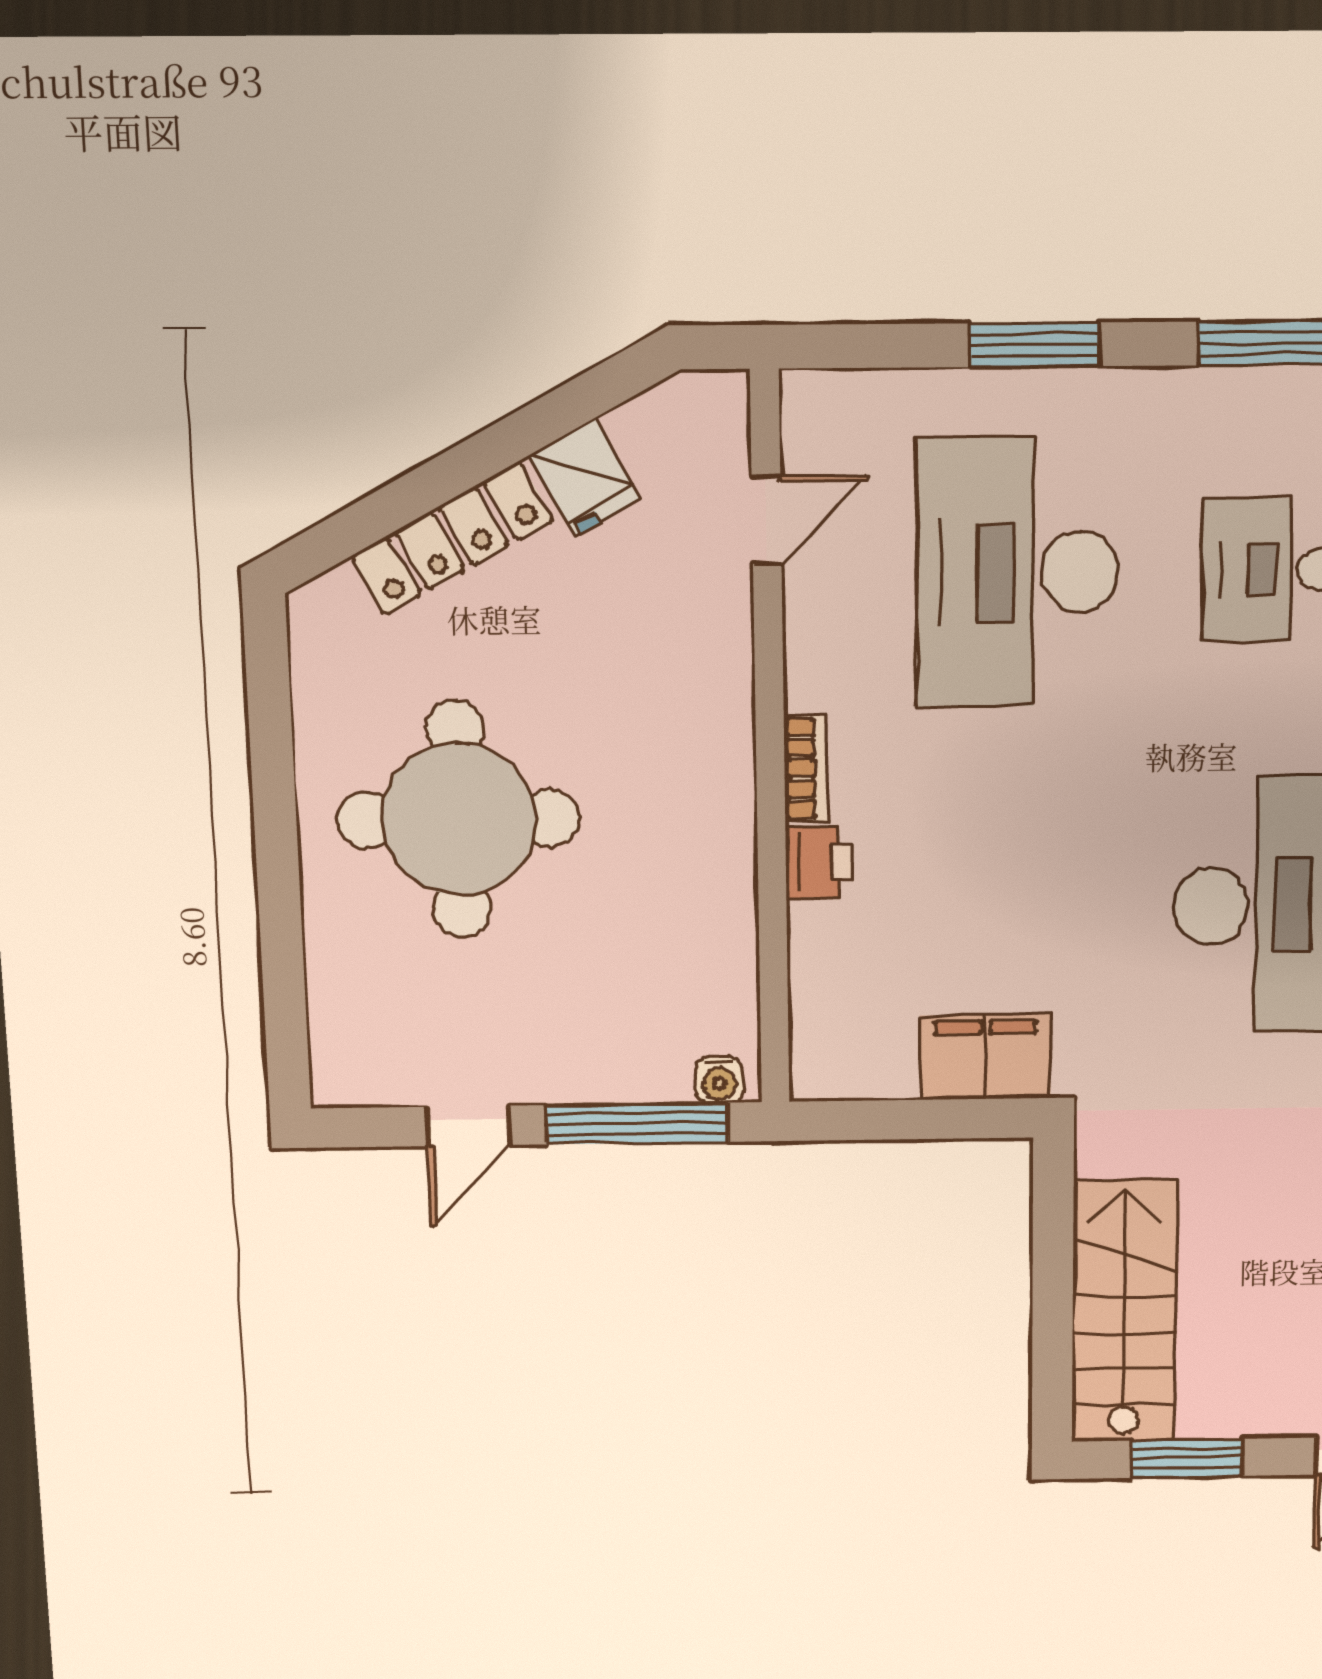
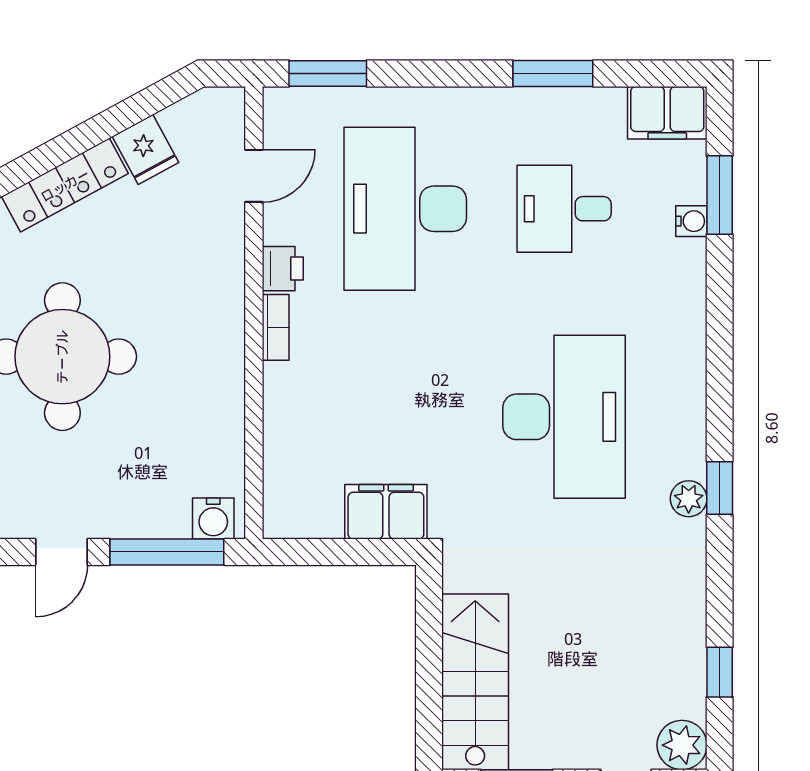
window: (1034, 345) -> (328, 74), moved
printer: (819, 862) -> (283, 269), moved
water cooler: (719, 1080) -> (213, 519), width x1.38, depth x1.38

